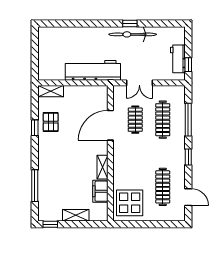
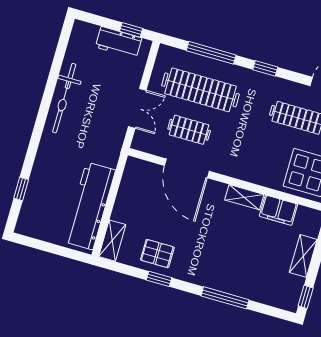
window: (130, 24) -> (21, 189), moved
workbench: (93, 70) -> (90, 206), moved
clothes rail: (163, 120) -> (200, 90), width x1.37, depth x1.31
window: (35, 186) -> (225, 298), moved

